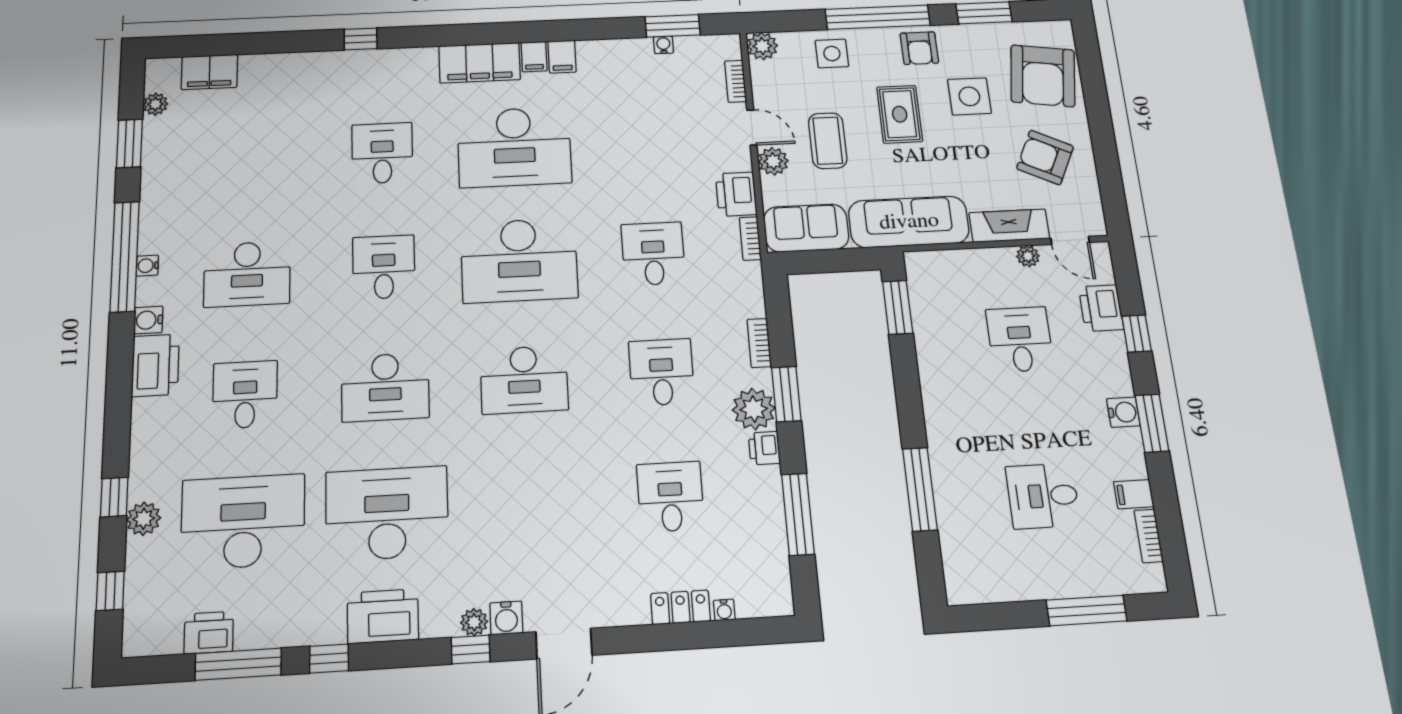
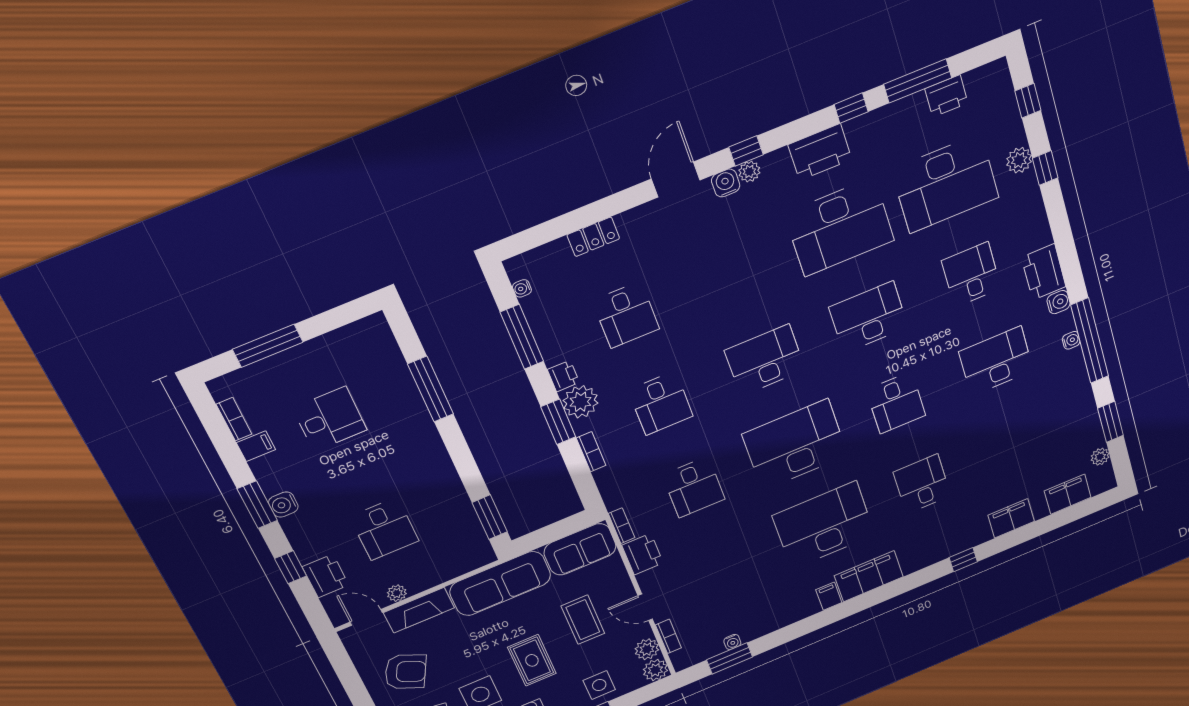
filing cabinet: (562, 57) -> (1011, 518), moved, width x2.00
desk: (382, 153) -> (922, 484), turned 180
plant: (773, 161) -> (647, 649), moved
desk: (245, 395) -> (971, 275), turned 180
water cooler: (724, 610) -> (522, 288), moved, turned -90

